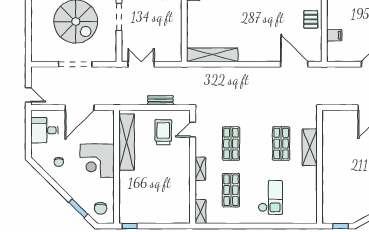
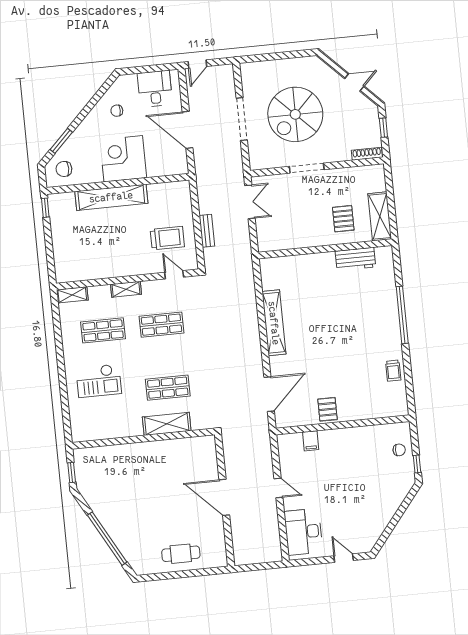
pallet: (311, 19) -> (327, 409), turned 90
shelving: (212, 55) -> (274, 323), moved
shelving: (127, 142) -> (111, 197), moved

